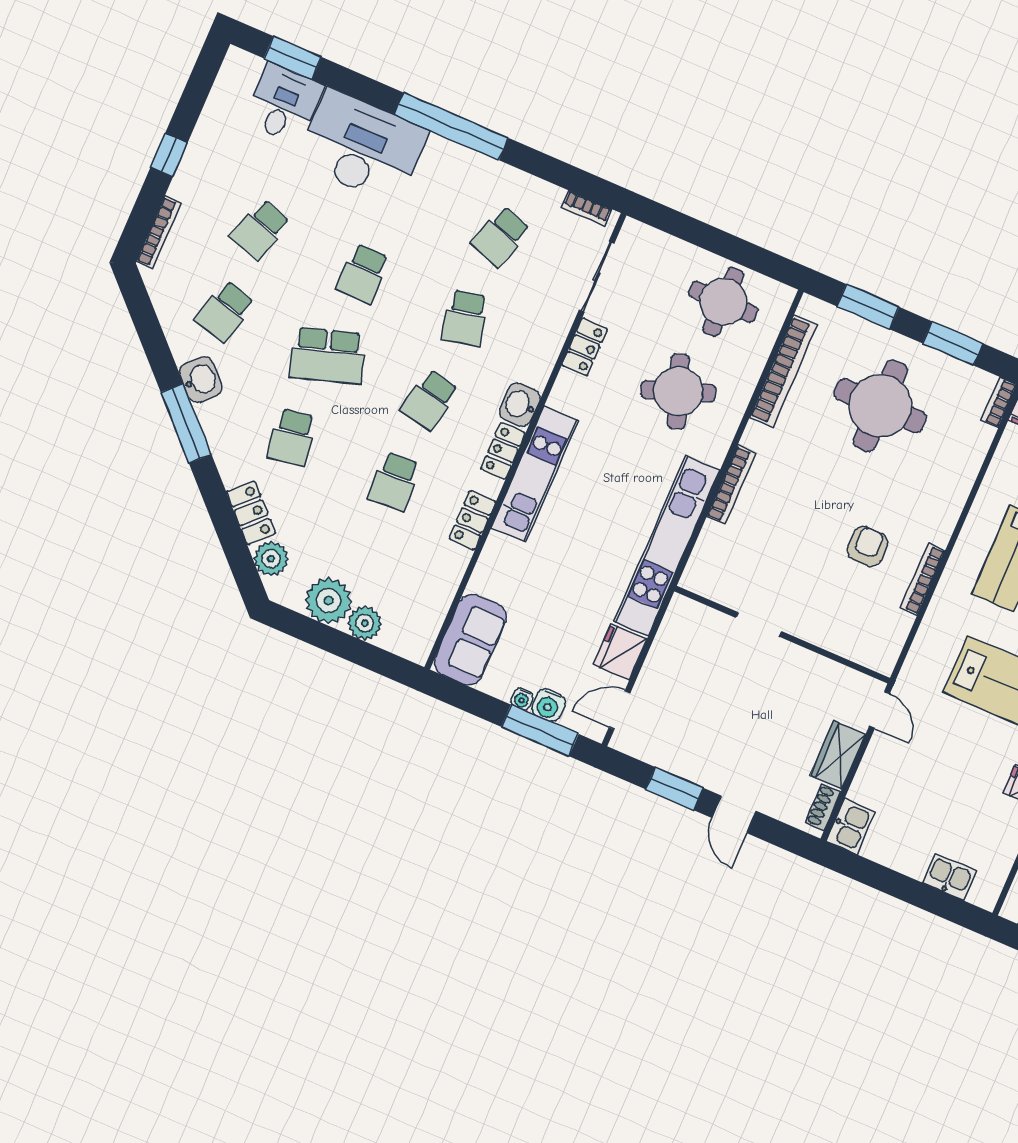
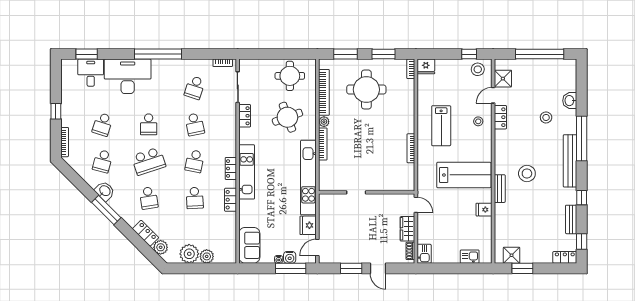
washbasin: (520, 405) -> (230, 148), removed
plant: (755, 436) -> (324, 122), added
armchair: (867, 546) -> (385, 145), removed

